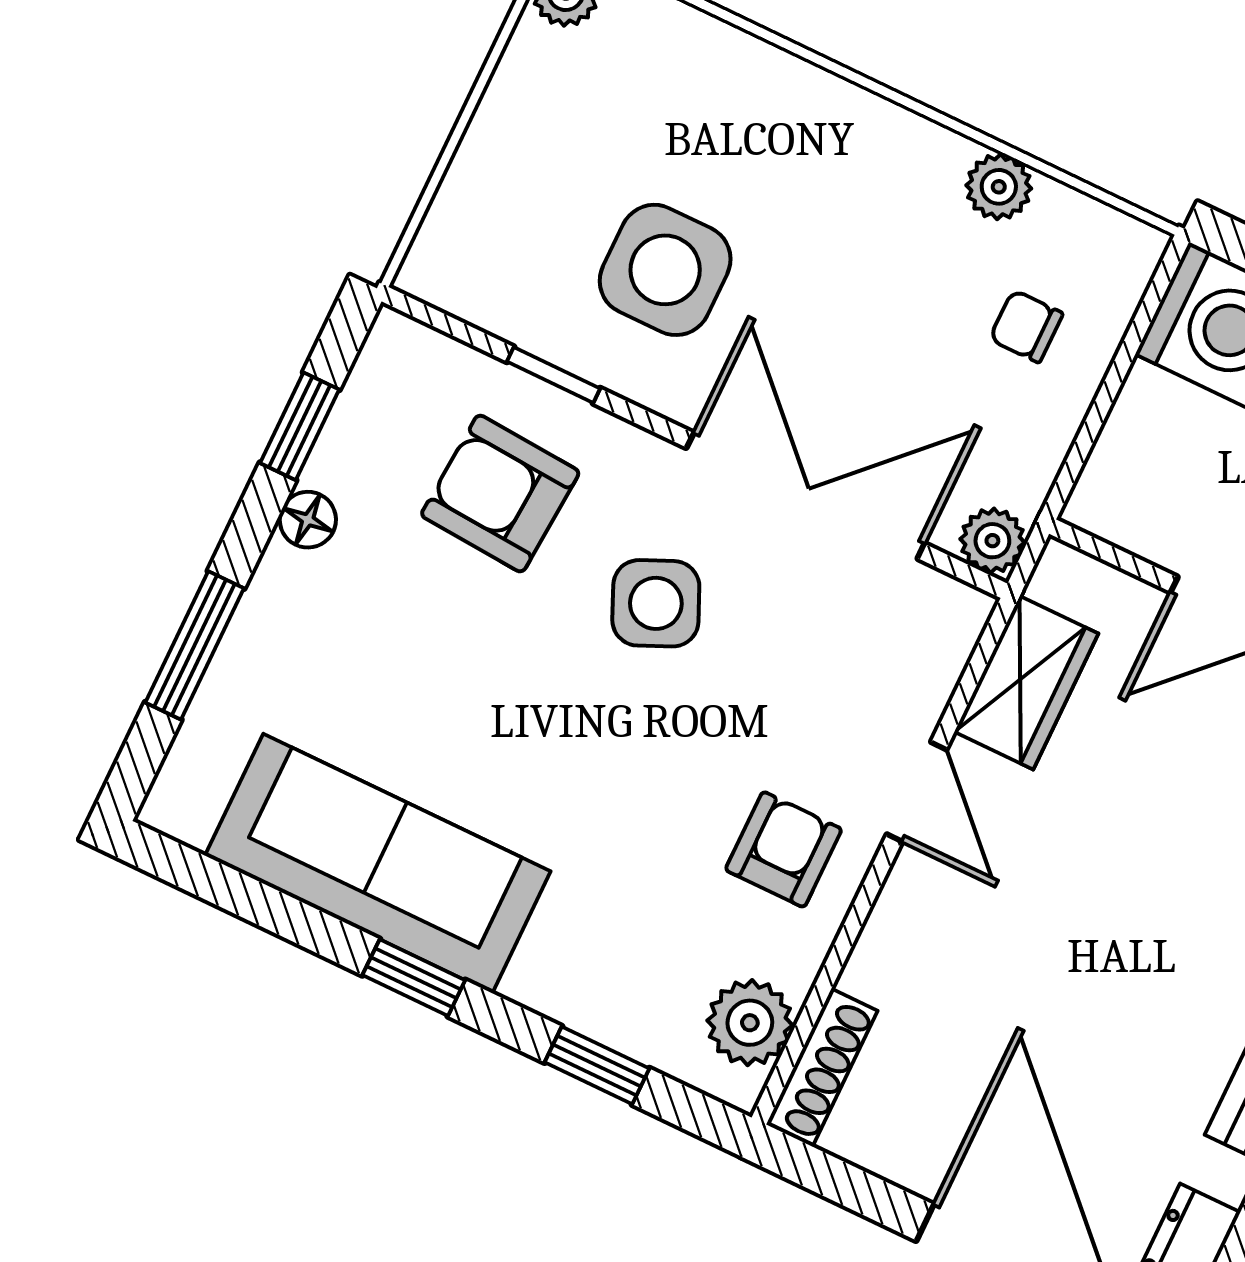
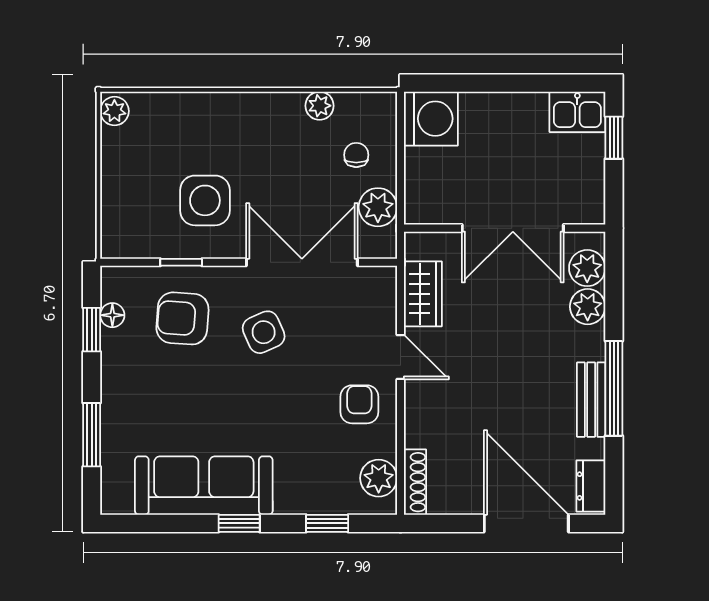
chair: (1026, 326) -> (356, 155), turned 90
floor lamp: (308, 520) -> (112, 315), moved
plant: (992, 541) -> (378, 207), moved, width x1.38, depth x1.38

